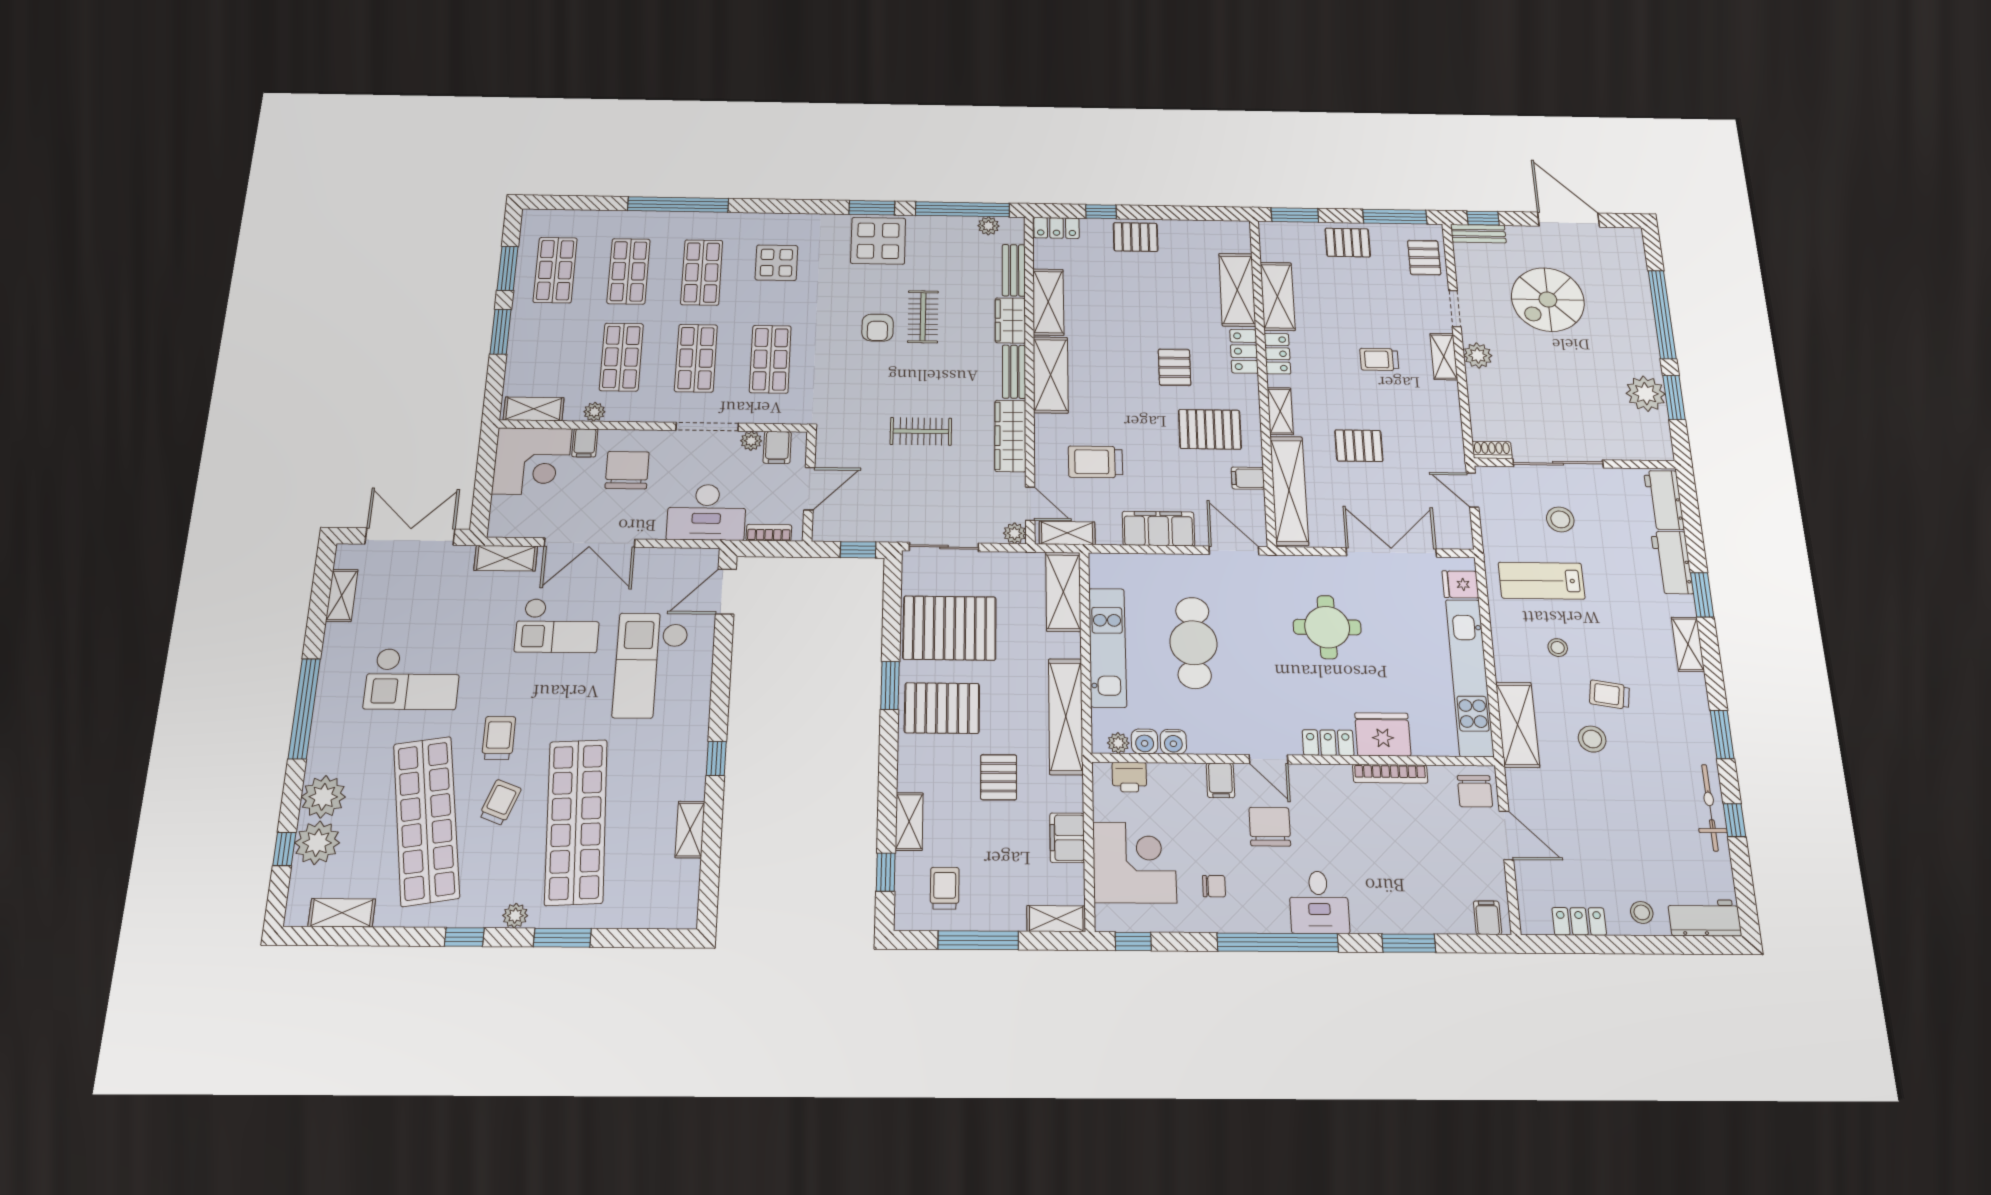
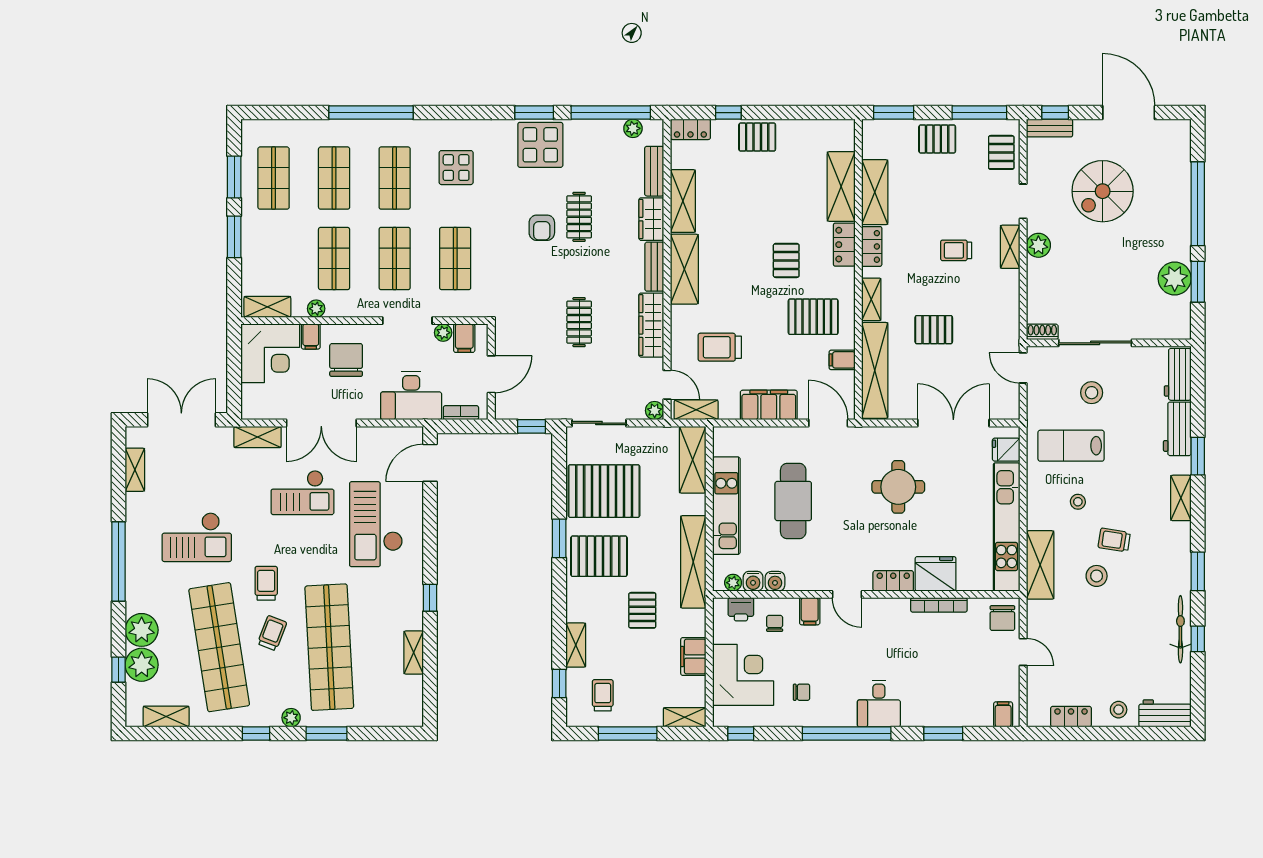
clothes rail: (921, 431) -> (579, 322), turned 90
chair: (1270, 827) -> (775, 623), moved, width x0.54, depth x0.54
door: (1506, 835) -> (1023, 652), width x0.73

